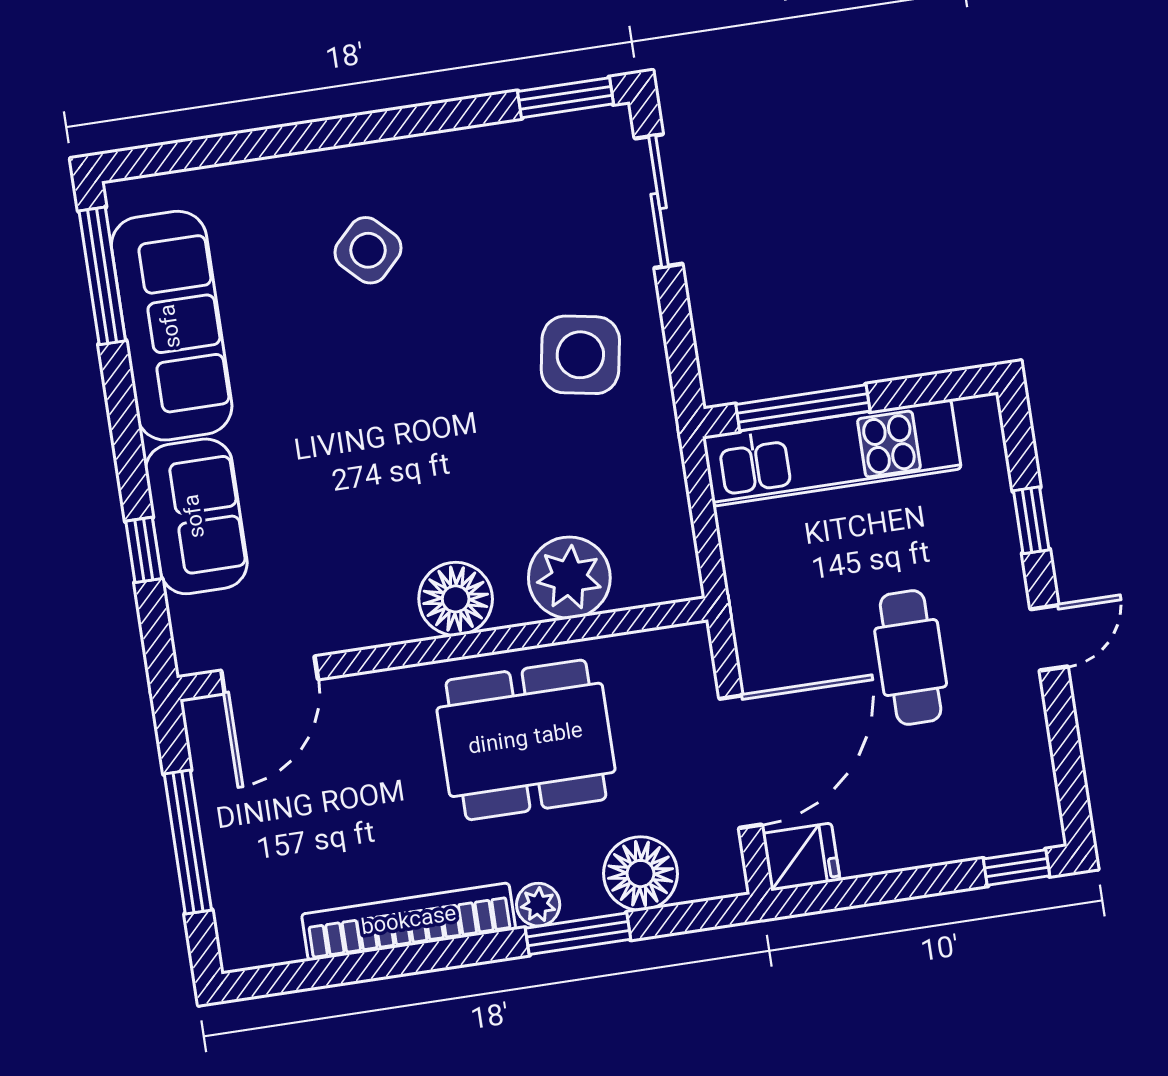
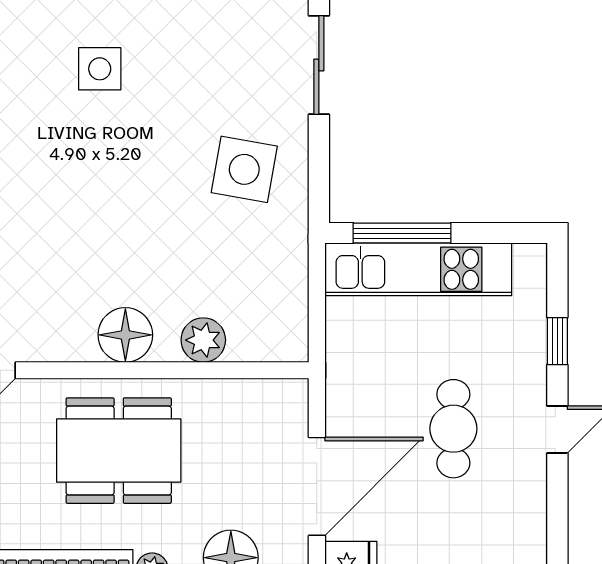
side table: (368, 250) -> (100, 69), turned 45
plant: (569, 578) -> (203, 340), width x0.73, depth x0.73
dining table: (526, 740) -> (119, 451), moved

